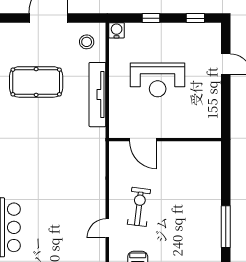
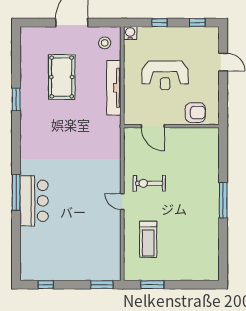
pool table: (36, 82) -> (62, 77), turned 90
armchair: (193, 124) -> (195, 113), added
exercise bike: (139, 207) -> (149, 183), turned -97
door: (107, 228) -> (122, 202), hinge flipped

